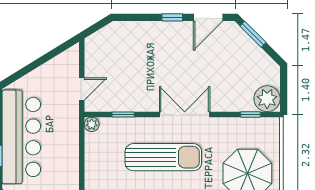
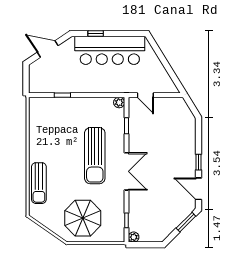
plant: (267, 99) -> (134, 237), width x0.53, depth x0.53

